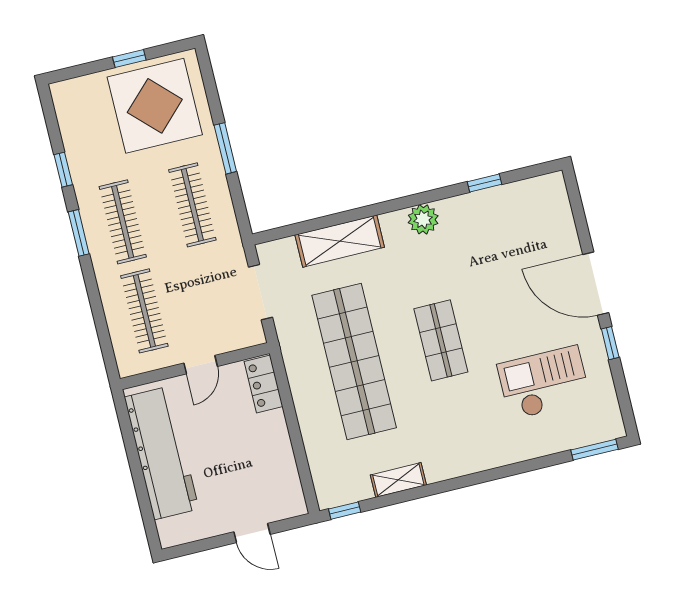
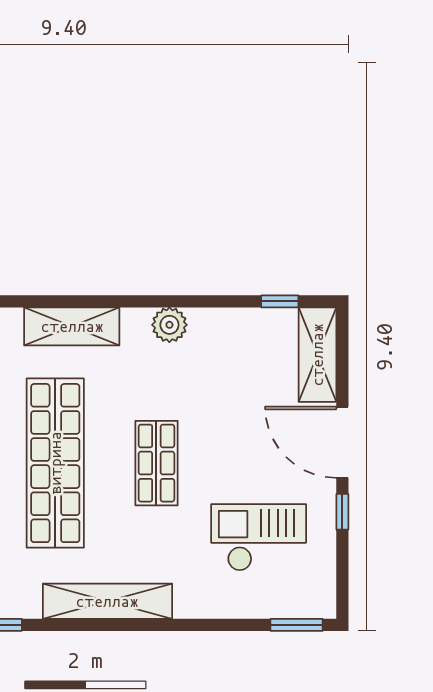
window: (485, 183) -> (280, 301), moved
shelving: (556, 214) -> (317, 355), added
shelving: (398, 480) -> (107, 601), width x2.20, depth x1.33

